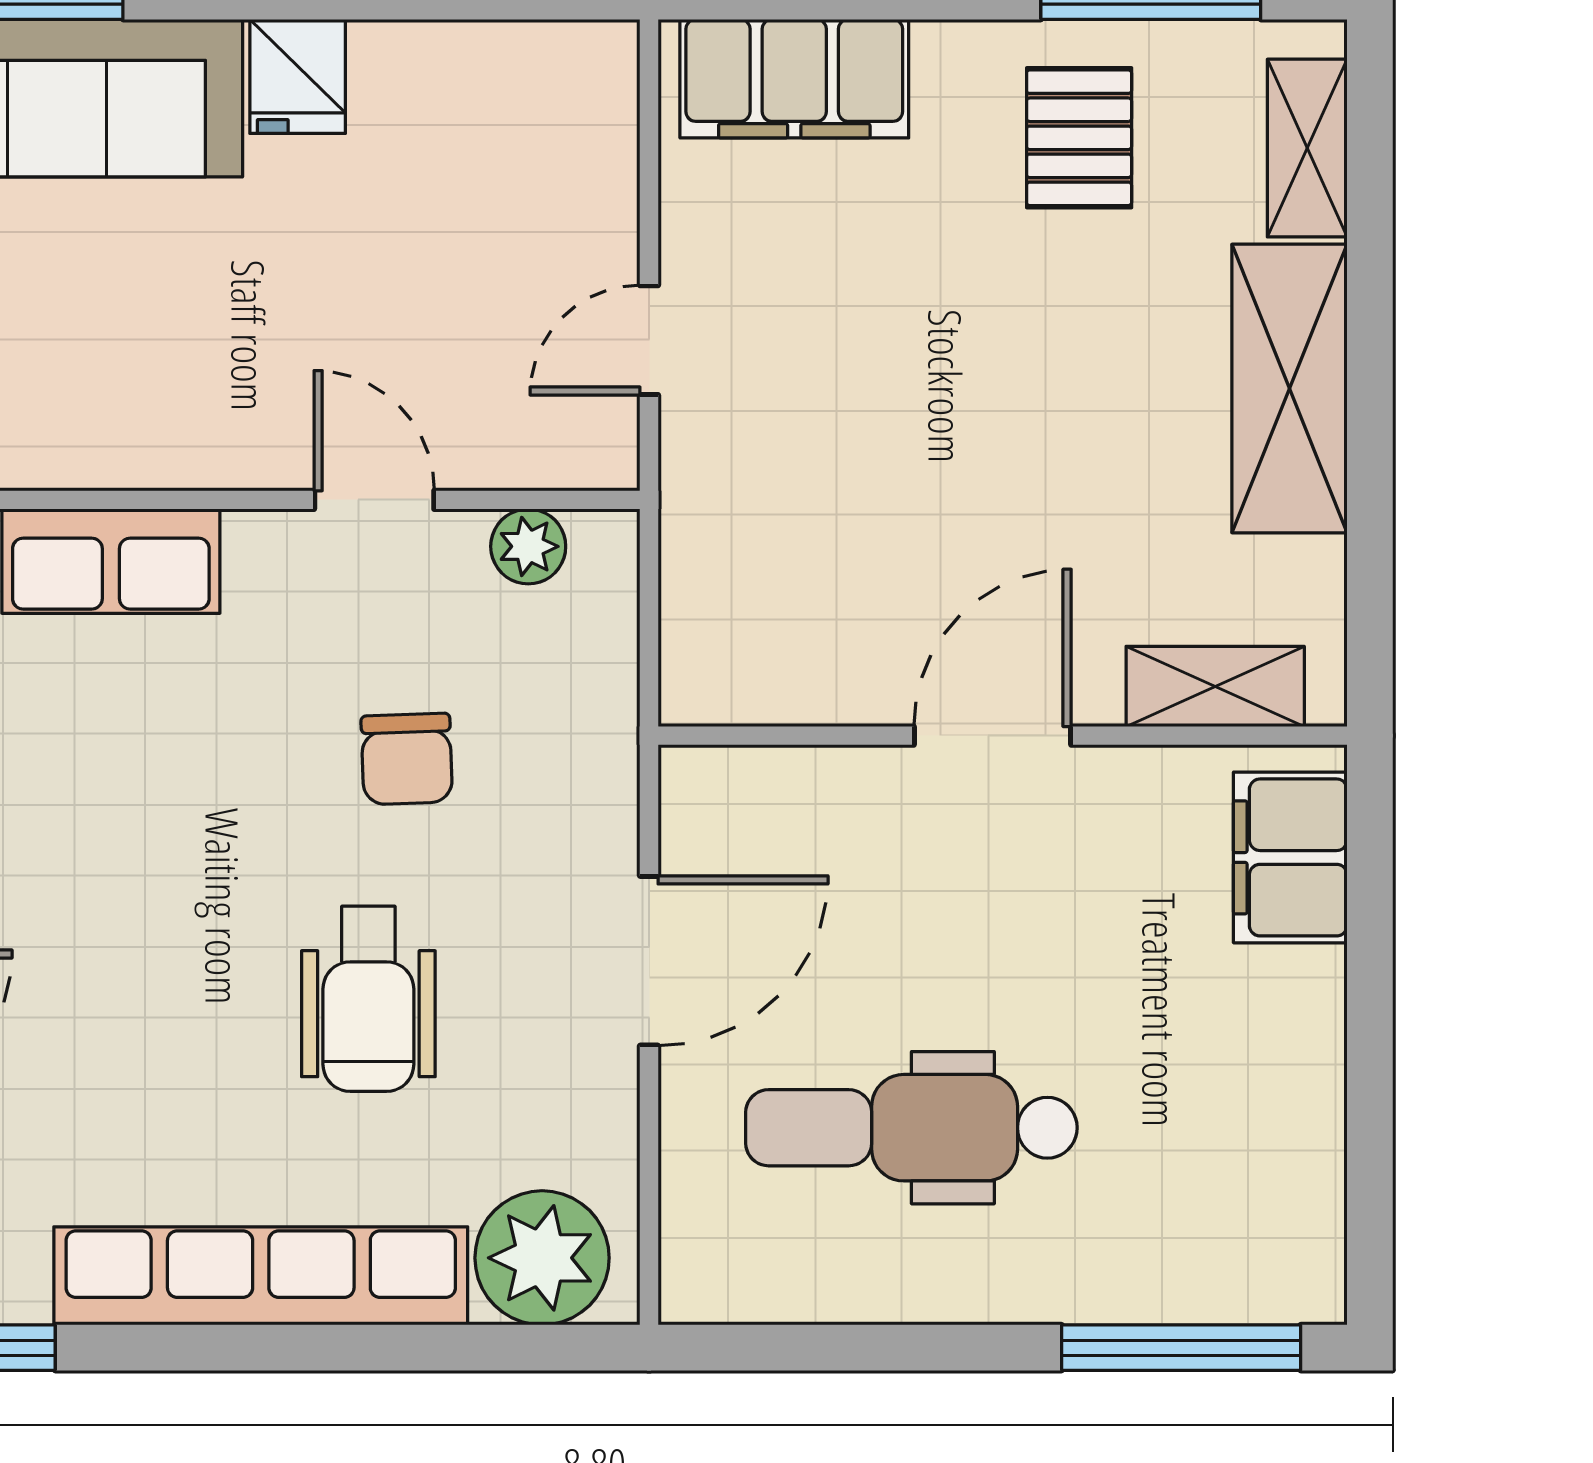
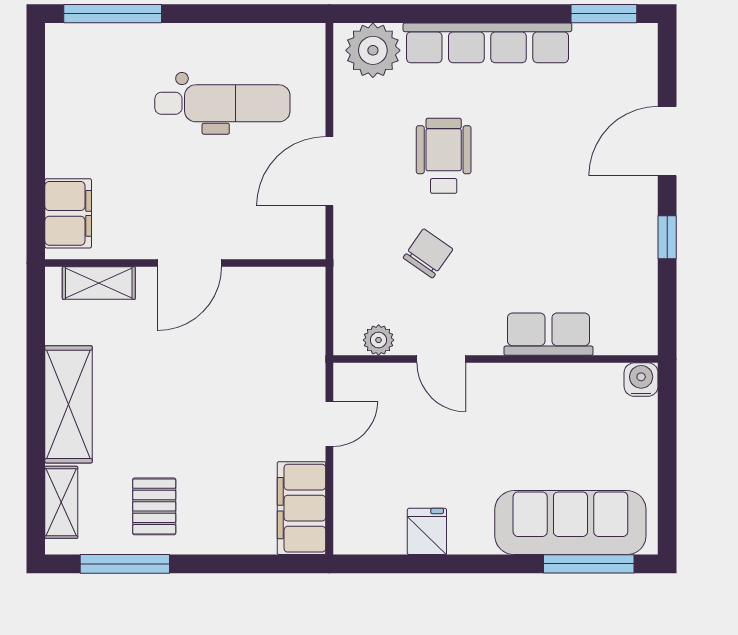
fridge: (298, 76) -> (427, 531), moved
filing cabinet: (794, 79) -> (301, 508), moved, turned -90
chair: (407, 759) -> (428, 253), turned 37

